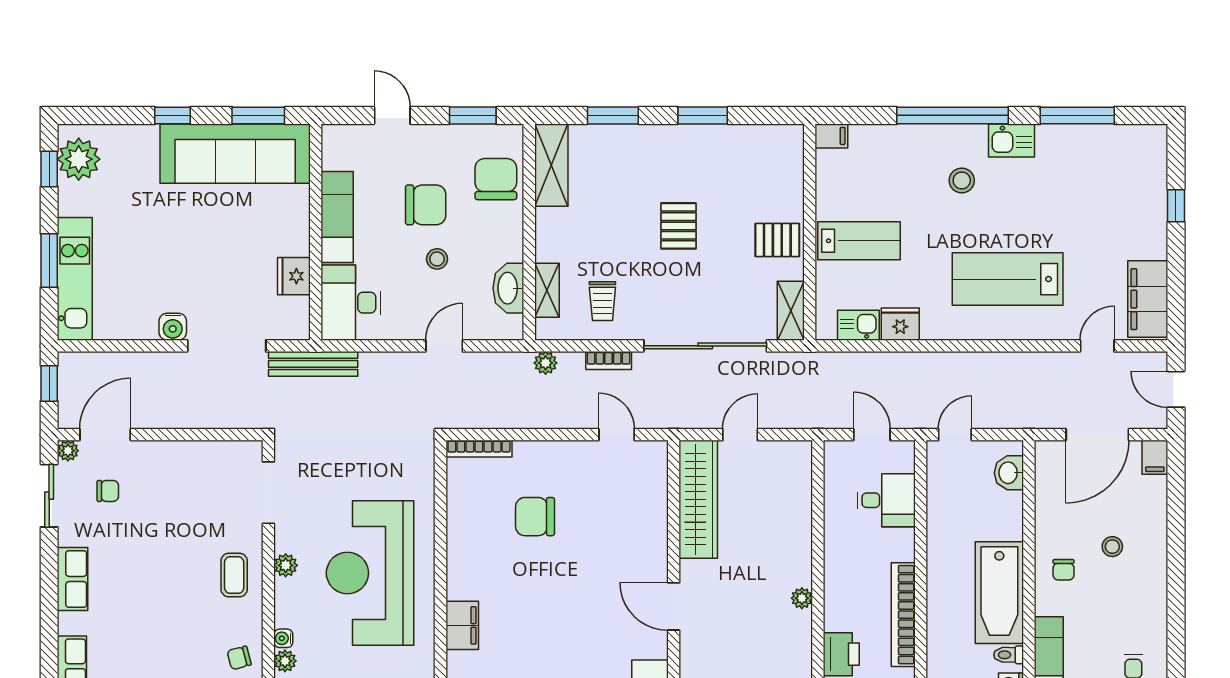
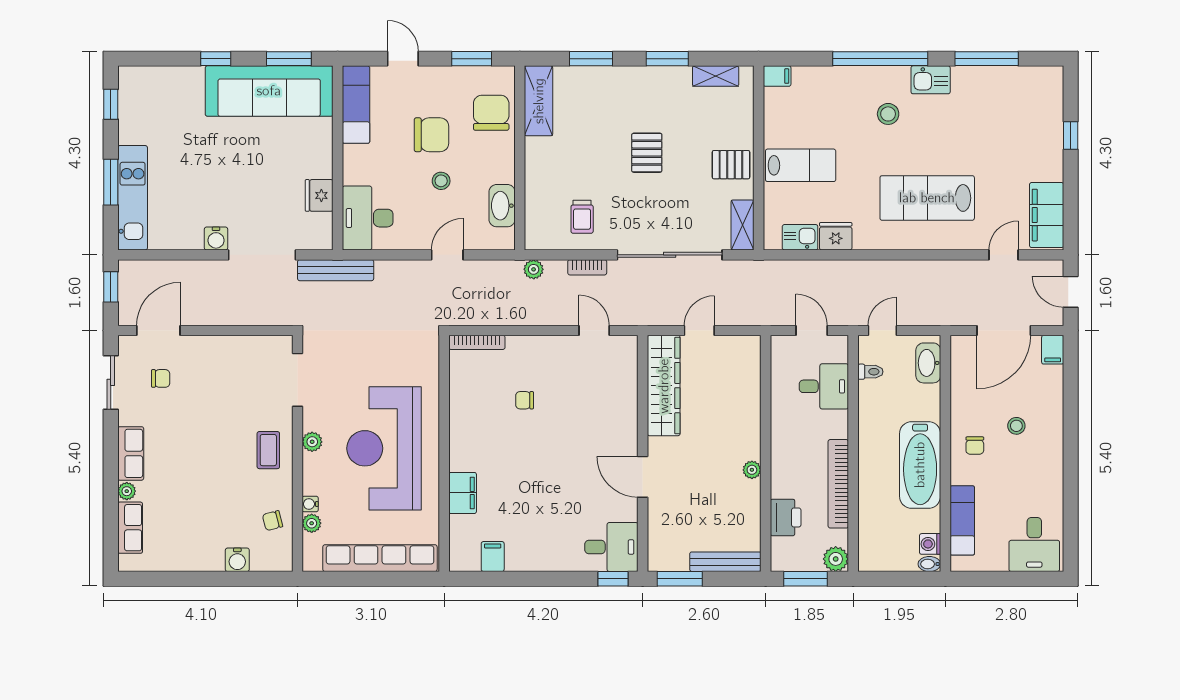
plant: (79, 159) -> (136, 96), removed
exam couch: (337, 217) -> (356, 105), moved
shelving: (547, 290) -> (716, 76), moved, turned 90
plant: (68, 451) -> (127, 491), moved
washbasin: (1009, 473) -> (928, 363), width x1.38
chair: (535, 517) -> (525, 400), width x0.54, depth x0.54
toilet: (1009, 655) -> (870, 372), moved, turned 180

